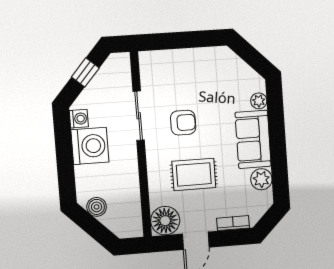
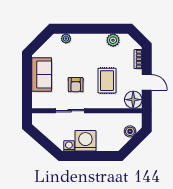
window: (85, 72) -> (42, 140), removed
armchair: (183, 123) -> (76, 85), turned 180
sofa: (253, 139) -> (42, 75), moved, turned -90
boiler: (97, 207) -> (130, 131), moved

